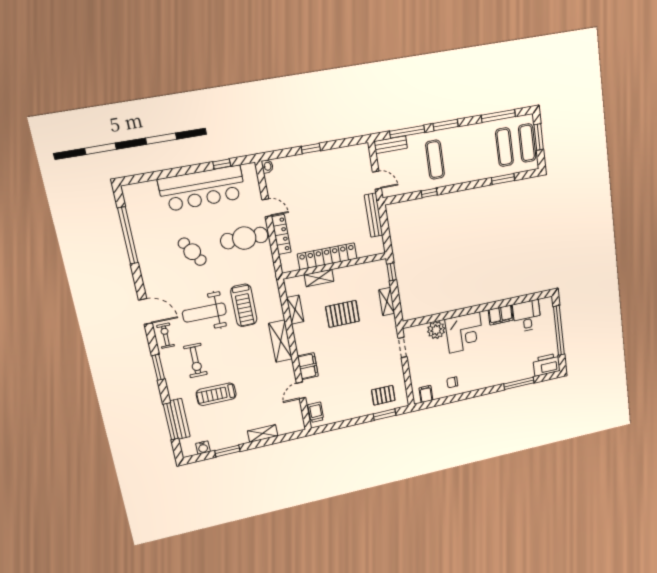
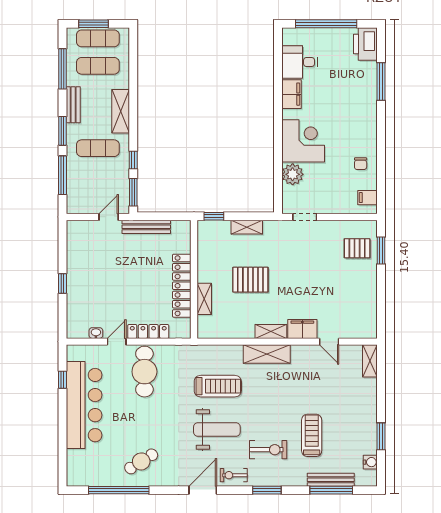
bench: (391, 145) -> (73, 105), moved
washbasin: (267, 166) -> (96, 333), moved
shelving: (469, 174) -> (121, 111), added
window: (503, 179) -> (133, 192), moved
cafe table: (192, 252) -> (141, 461), moved
shelving: (295, 310) -> (271, 331), moved
weight bench: (204, 313) -> (217, 430), turned -90
pallet: (343, 314) -> (250, 280), turned 90
treadmill: (216, 394) -> (312, 435), turned 180
pallet: (383, 395) -> (357, 248), turned 90
trolley: (316, 412) -> (359, 329), removed
shelving: (263, 433) -> (370, 361), moved

